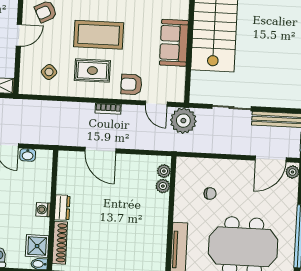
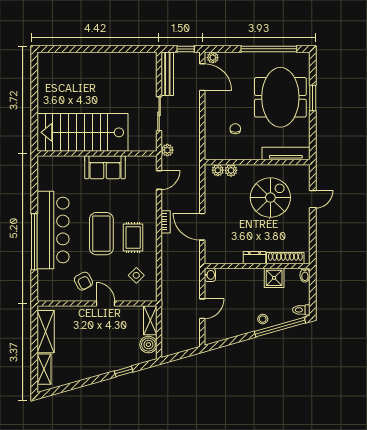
armchair: (131, 84) -> (143, 203), removed
plant: (183, 121) -> (167, 150), width x0.53, depth x0.53
door: (100, 150) -> (202, 227), swing flipped
washbasin: (28, 155) -> (210, 275), moved
washing machine: (43, 210) -> (257, 274), removed
spiral stairs: (130, 229) -> (270, 198), added
shower: (37, 246) -> (274, 278), moved

